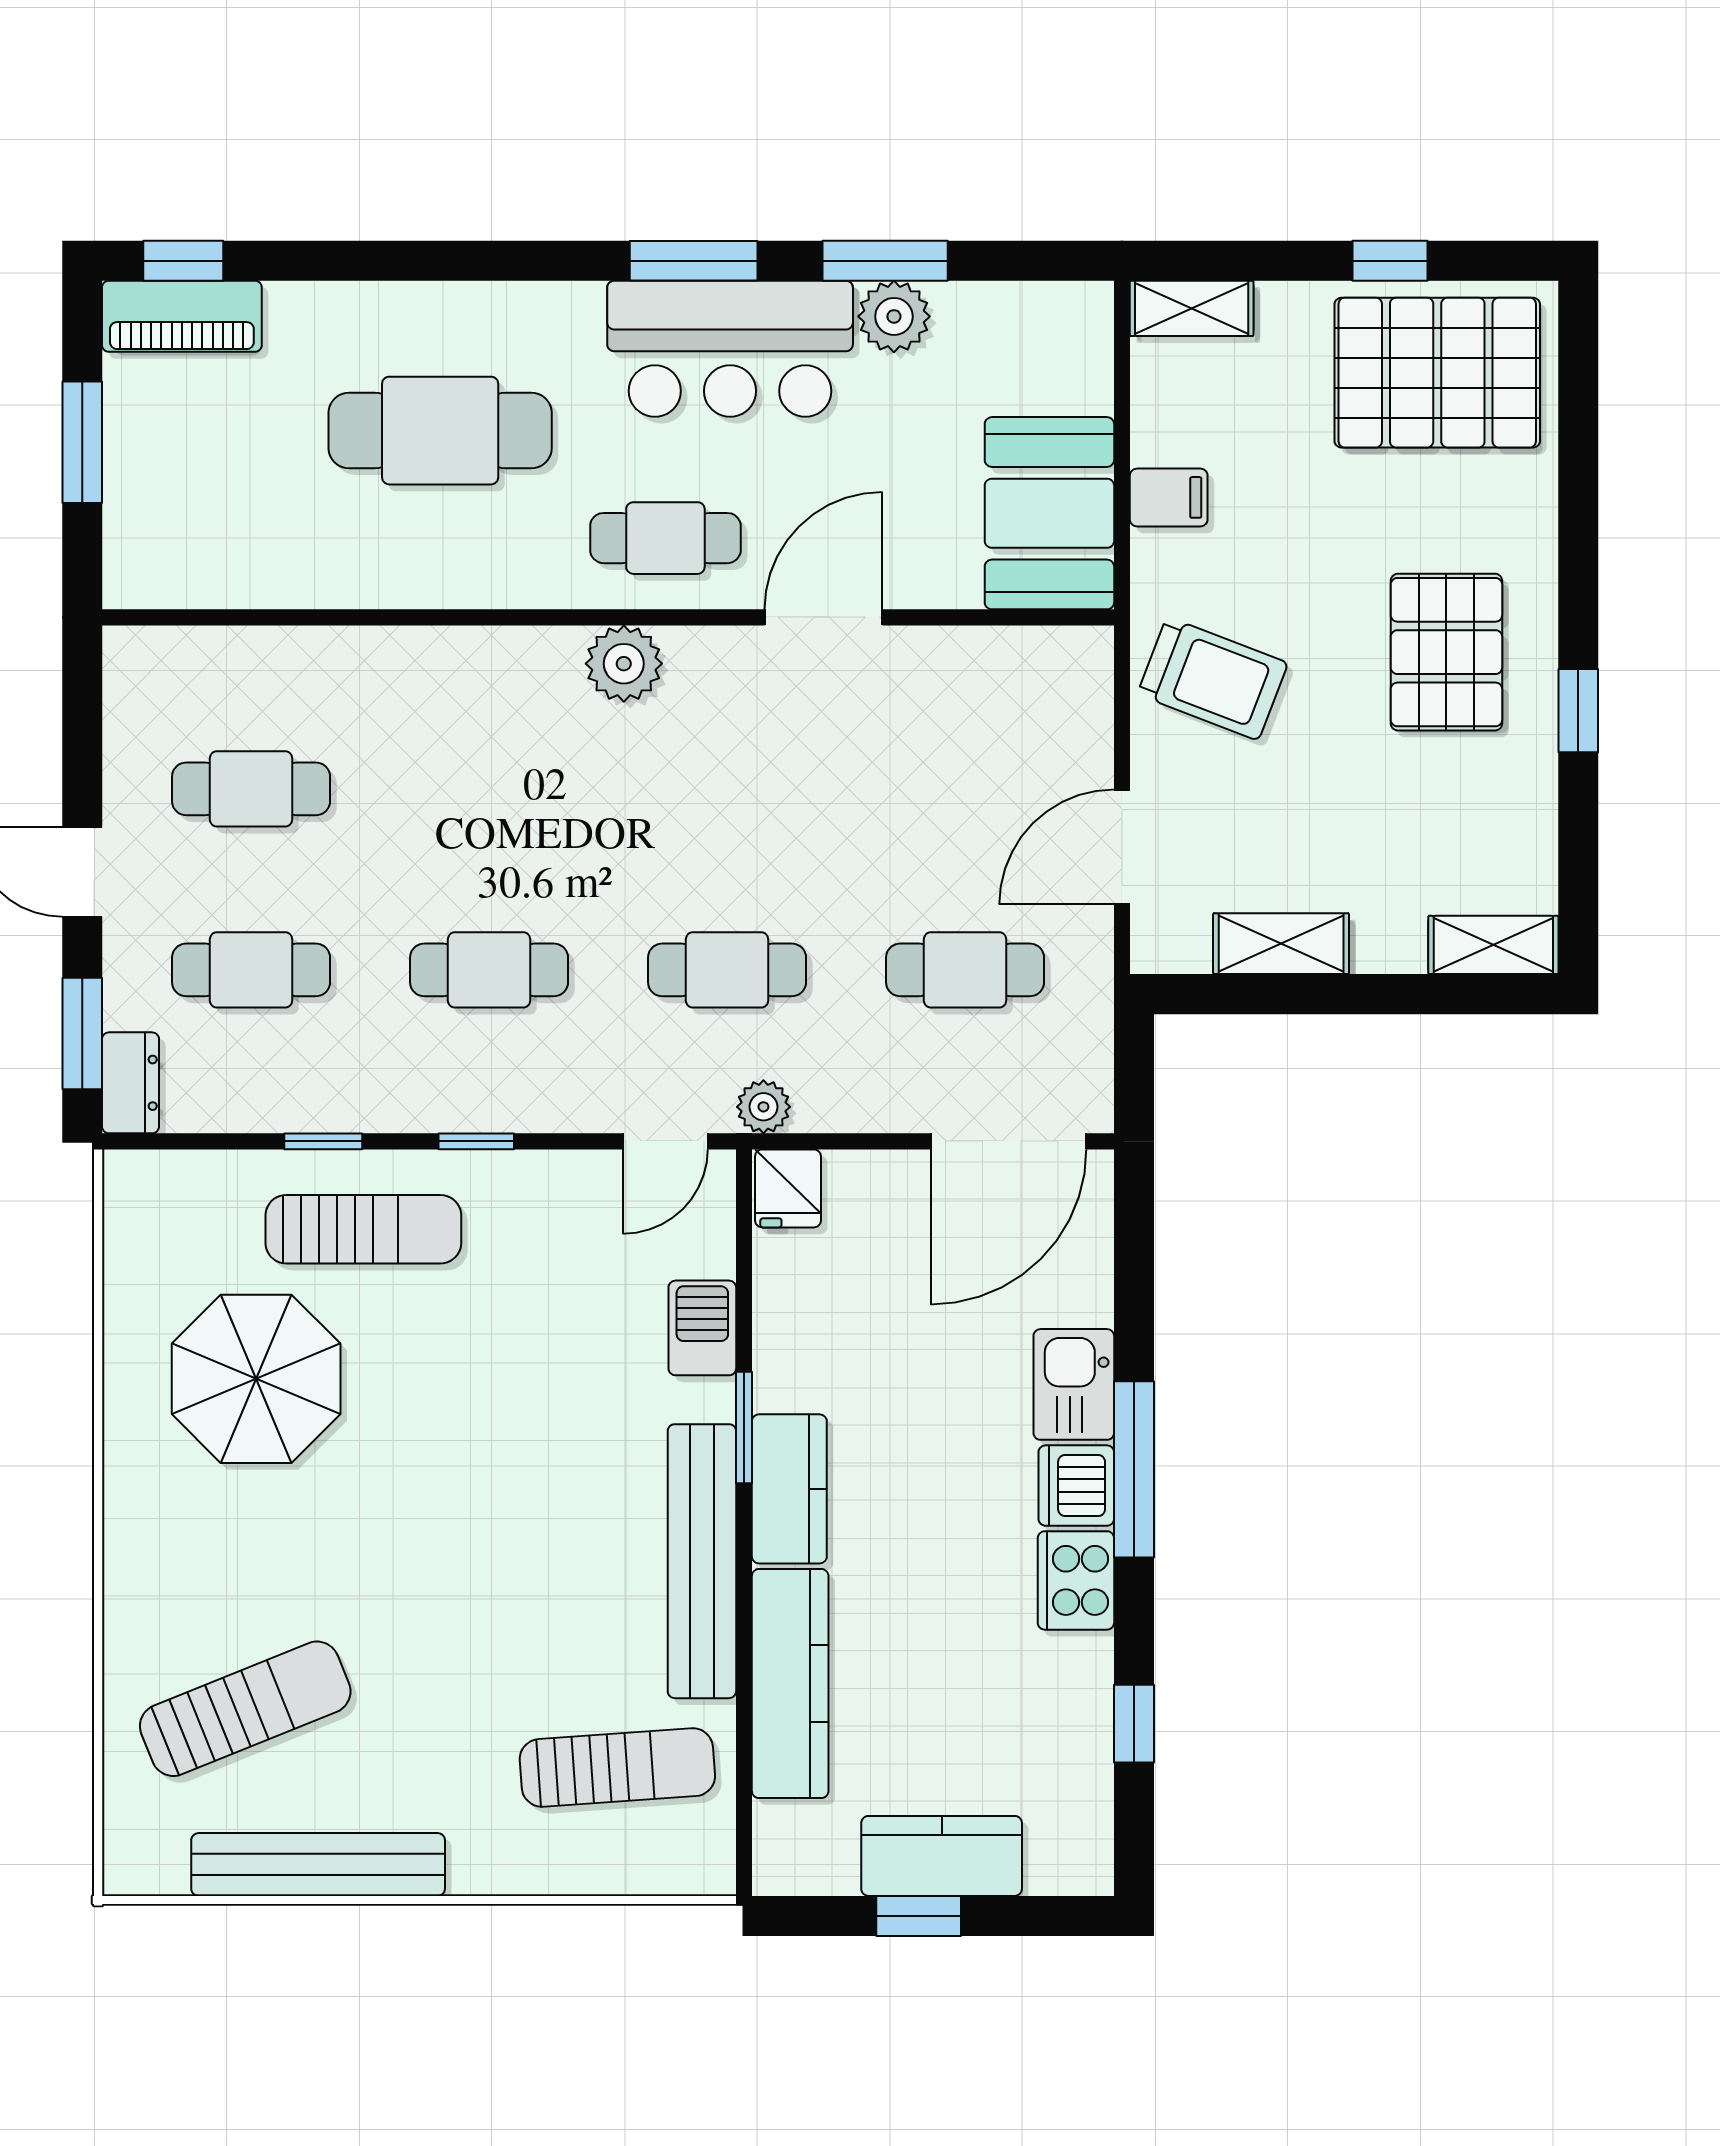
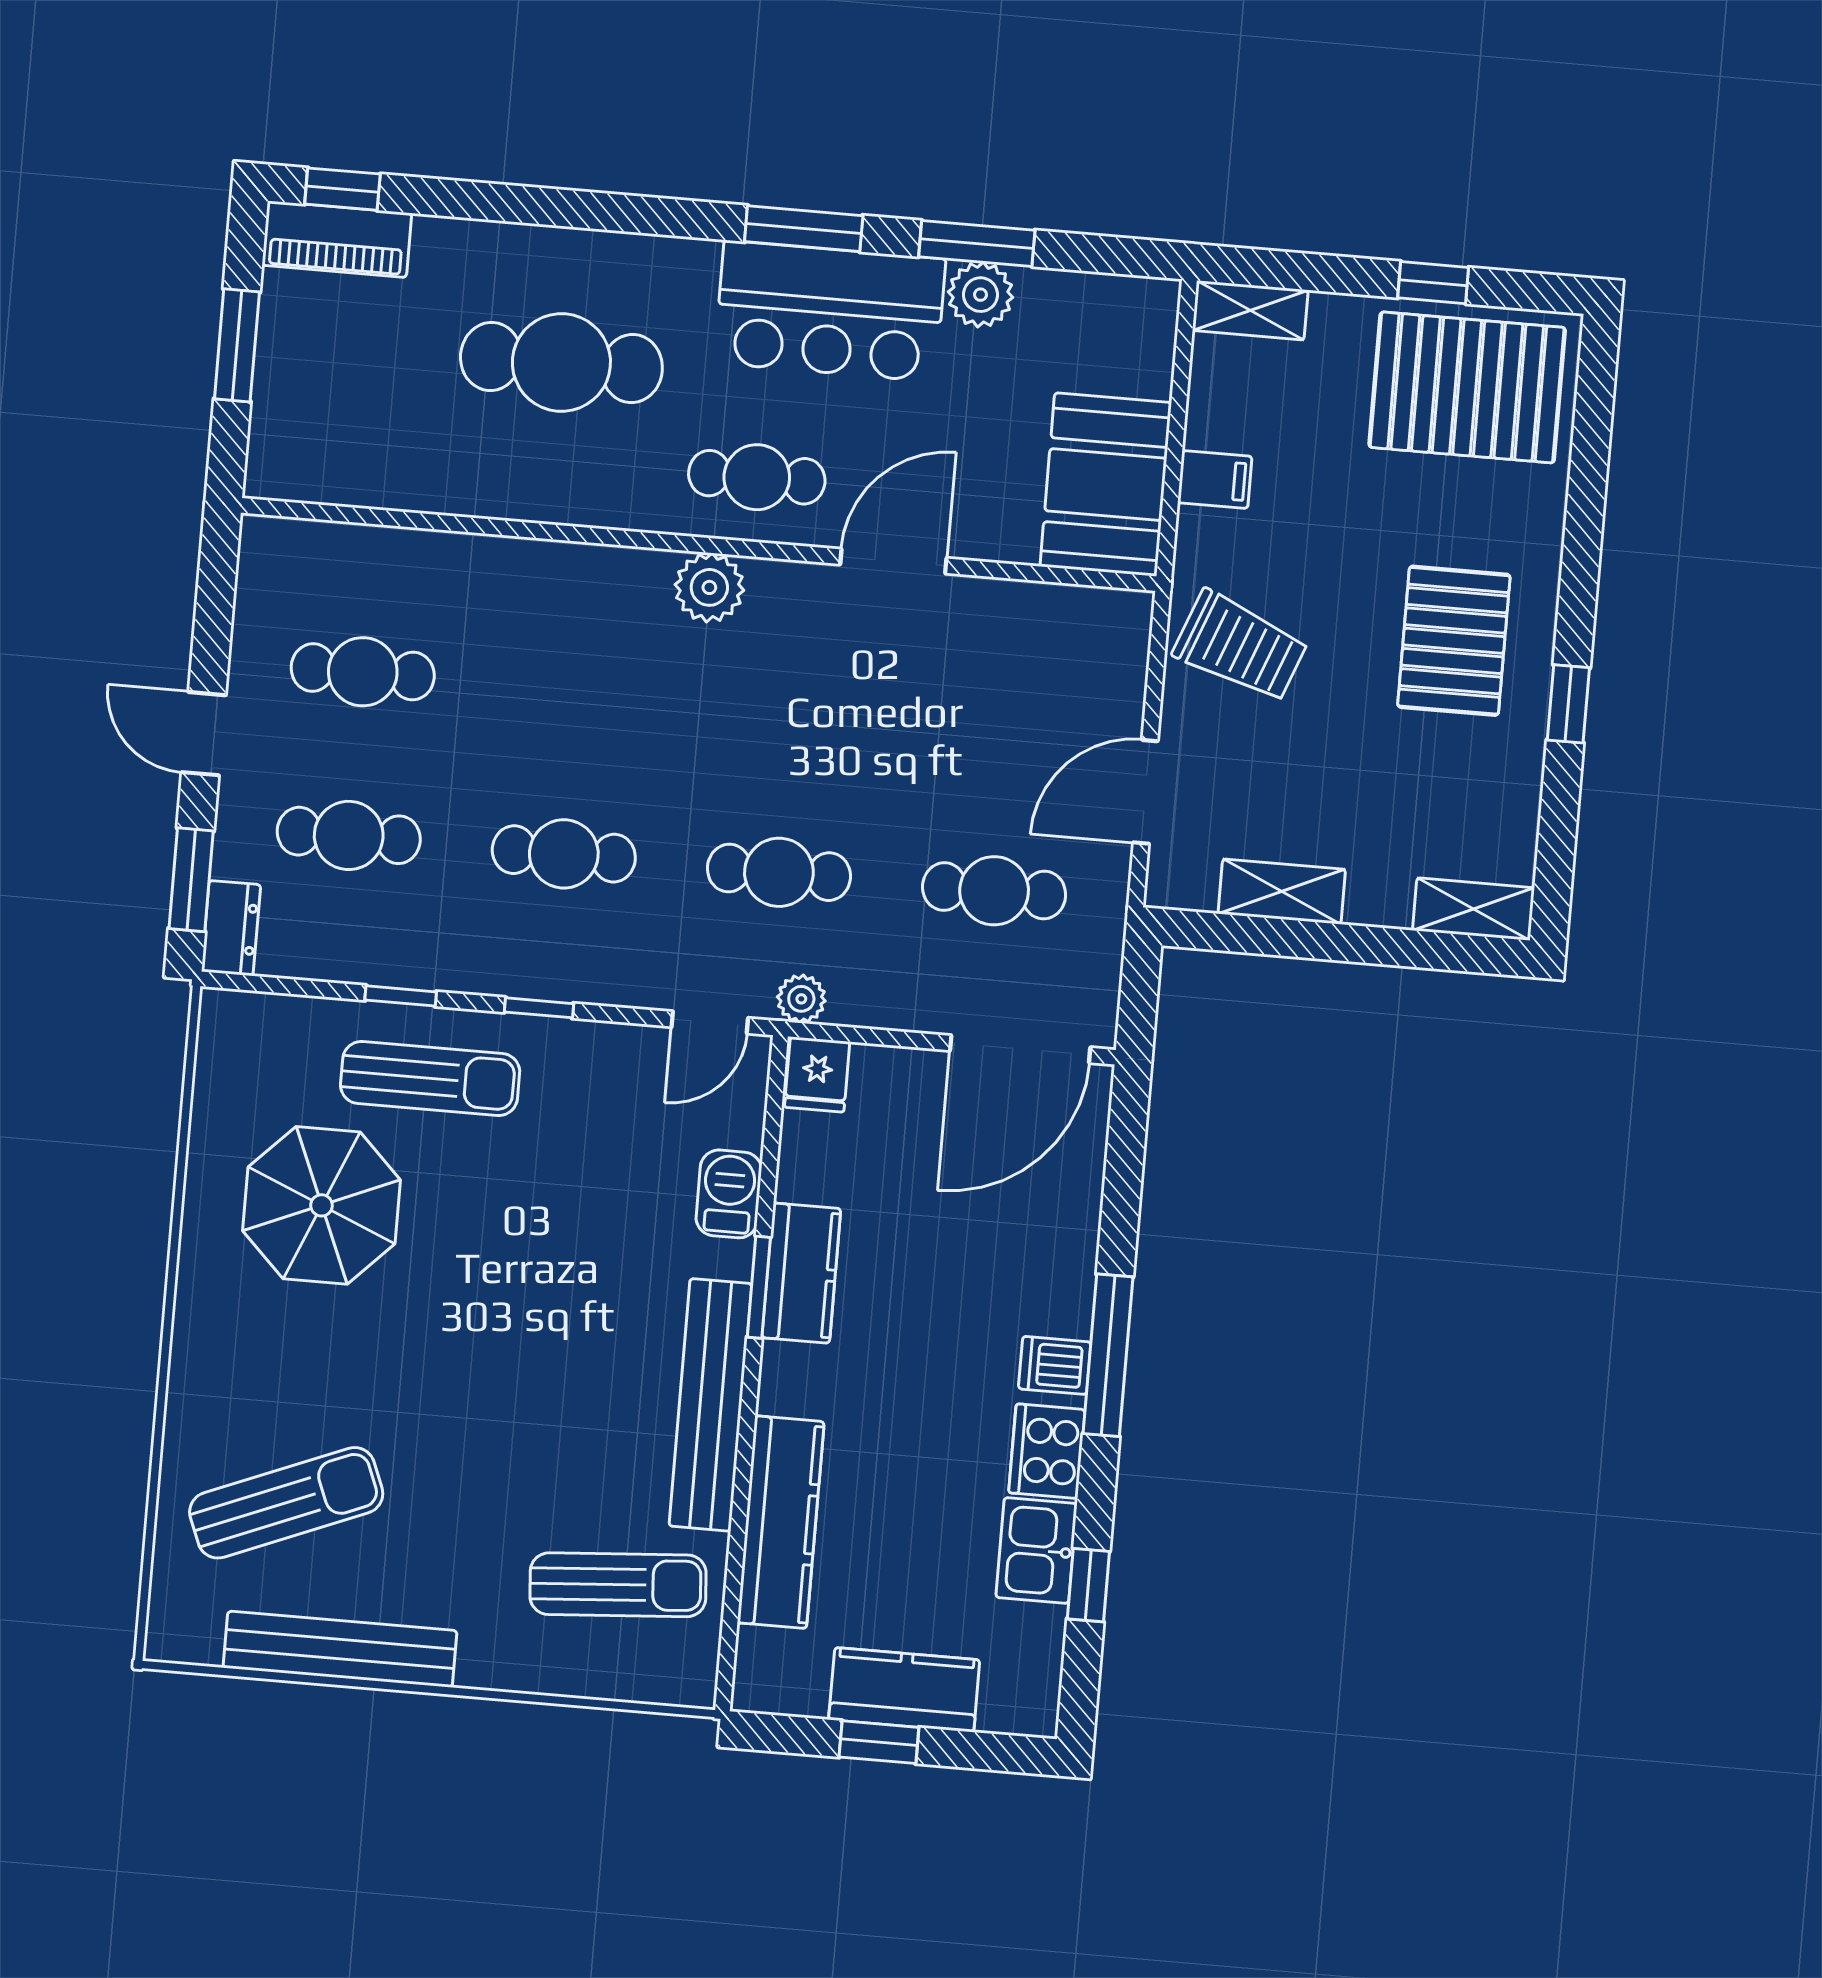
kitchen sink: (1074, 1384) -> (1037, 1551), moved
dishwasher: (1076, 1486) -> (1055, 1365), width x0.73
kitchen counter: (789, 1489) -> (801, 1273), moved

